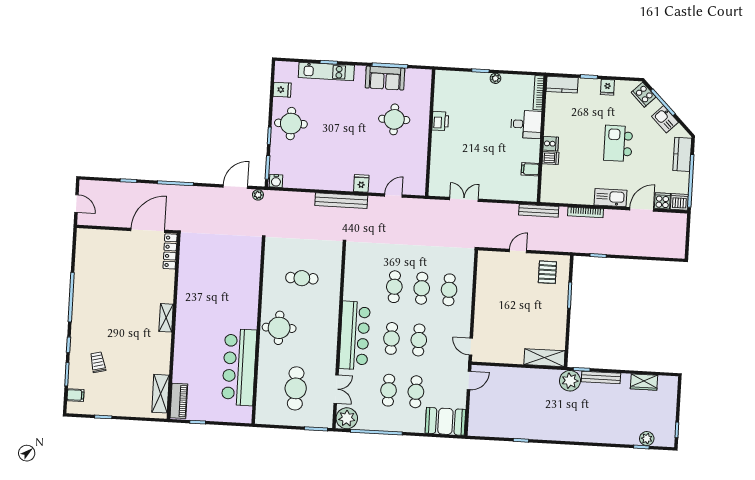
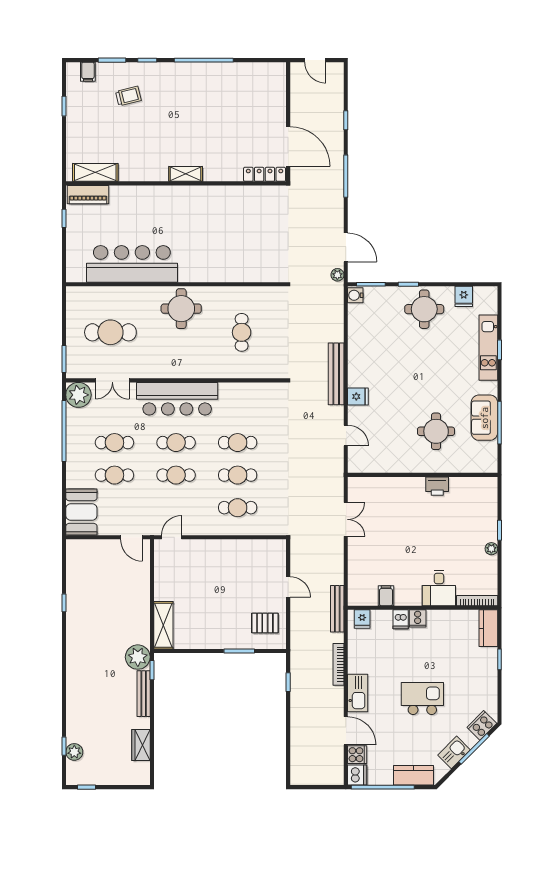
fridge: (607, 87) -> (362, 619), moved, turned -90
door: (76, 203) -> (315, 60), hinge flipped

